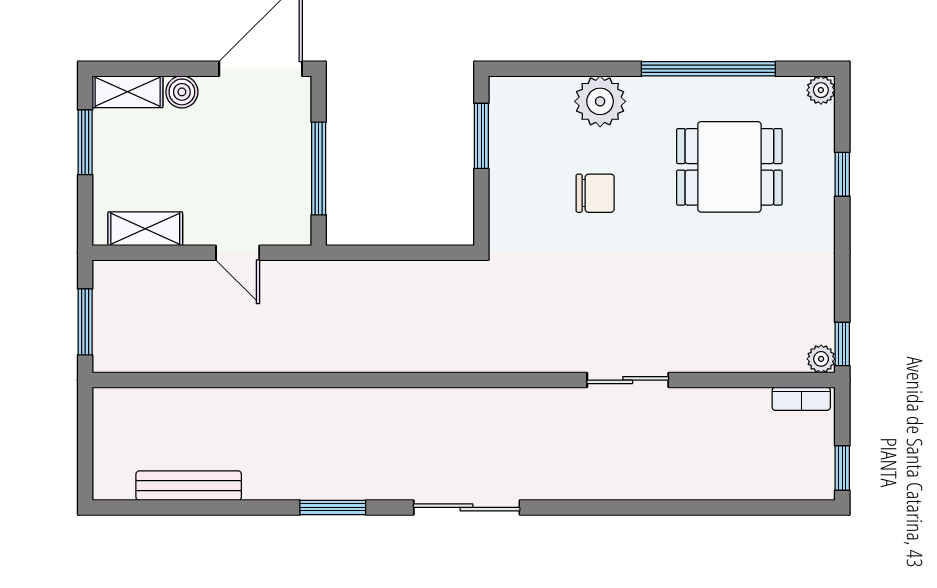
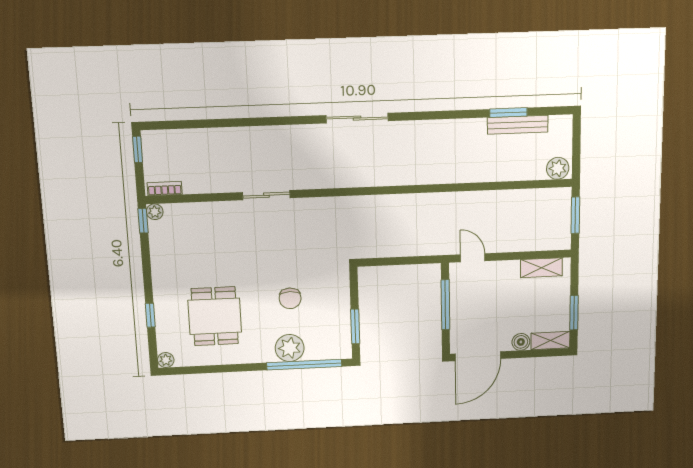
window: (708, 69) -> (304, 365), moved
dining table: (729, 167) -> (215, 316), turned 90
chair: (595, 193) -> (290, 298), turned -90
door: (238, 253) -> (473, 258), moved
plant: (118, 407) -> (558, 168), added
window: (333, 507) -> (508, 112), moved

